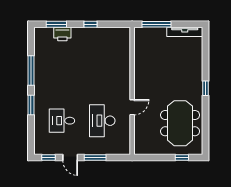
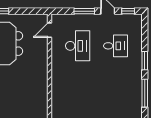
door: (132, 107) -> (49, 30), moved

